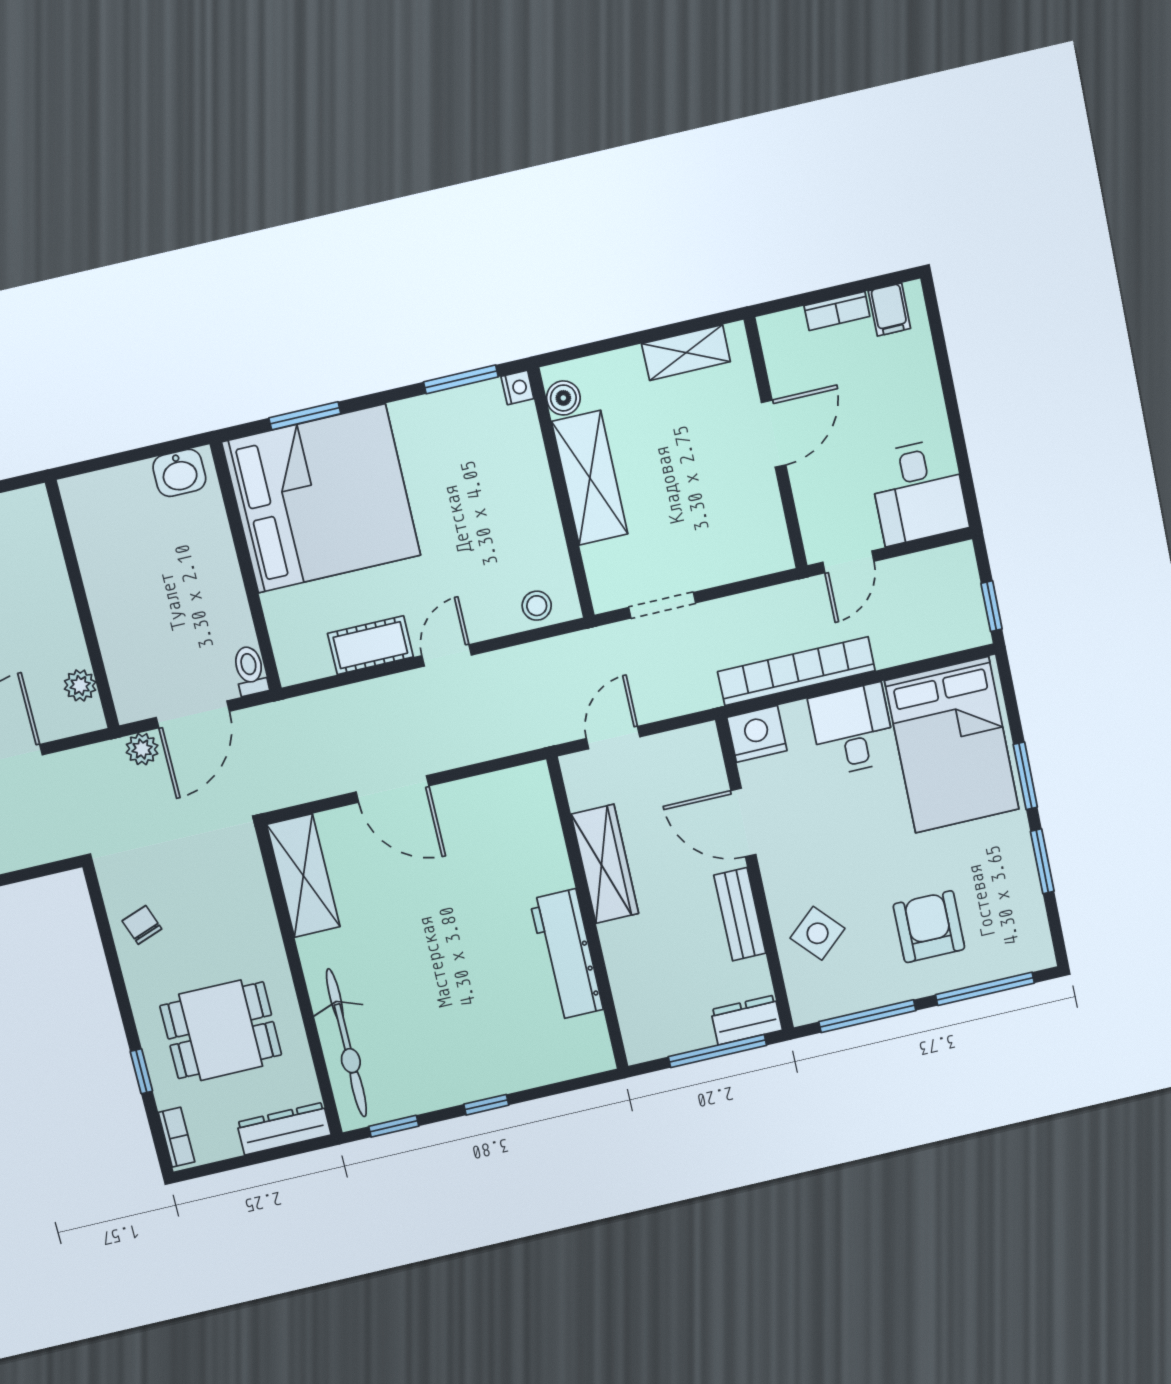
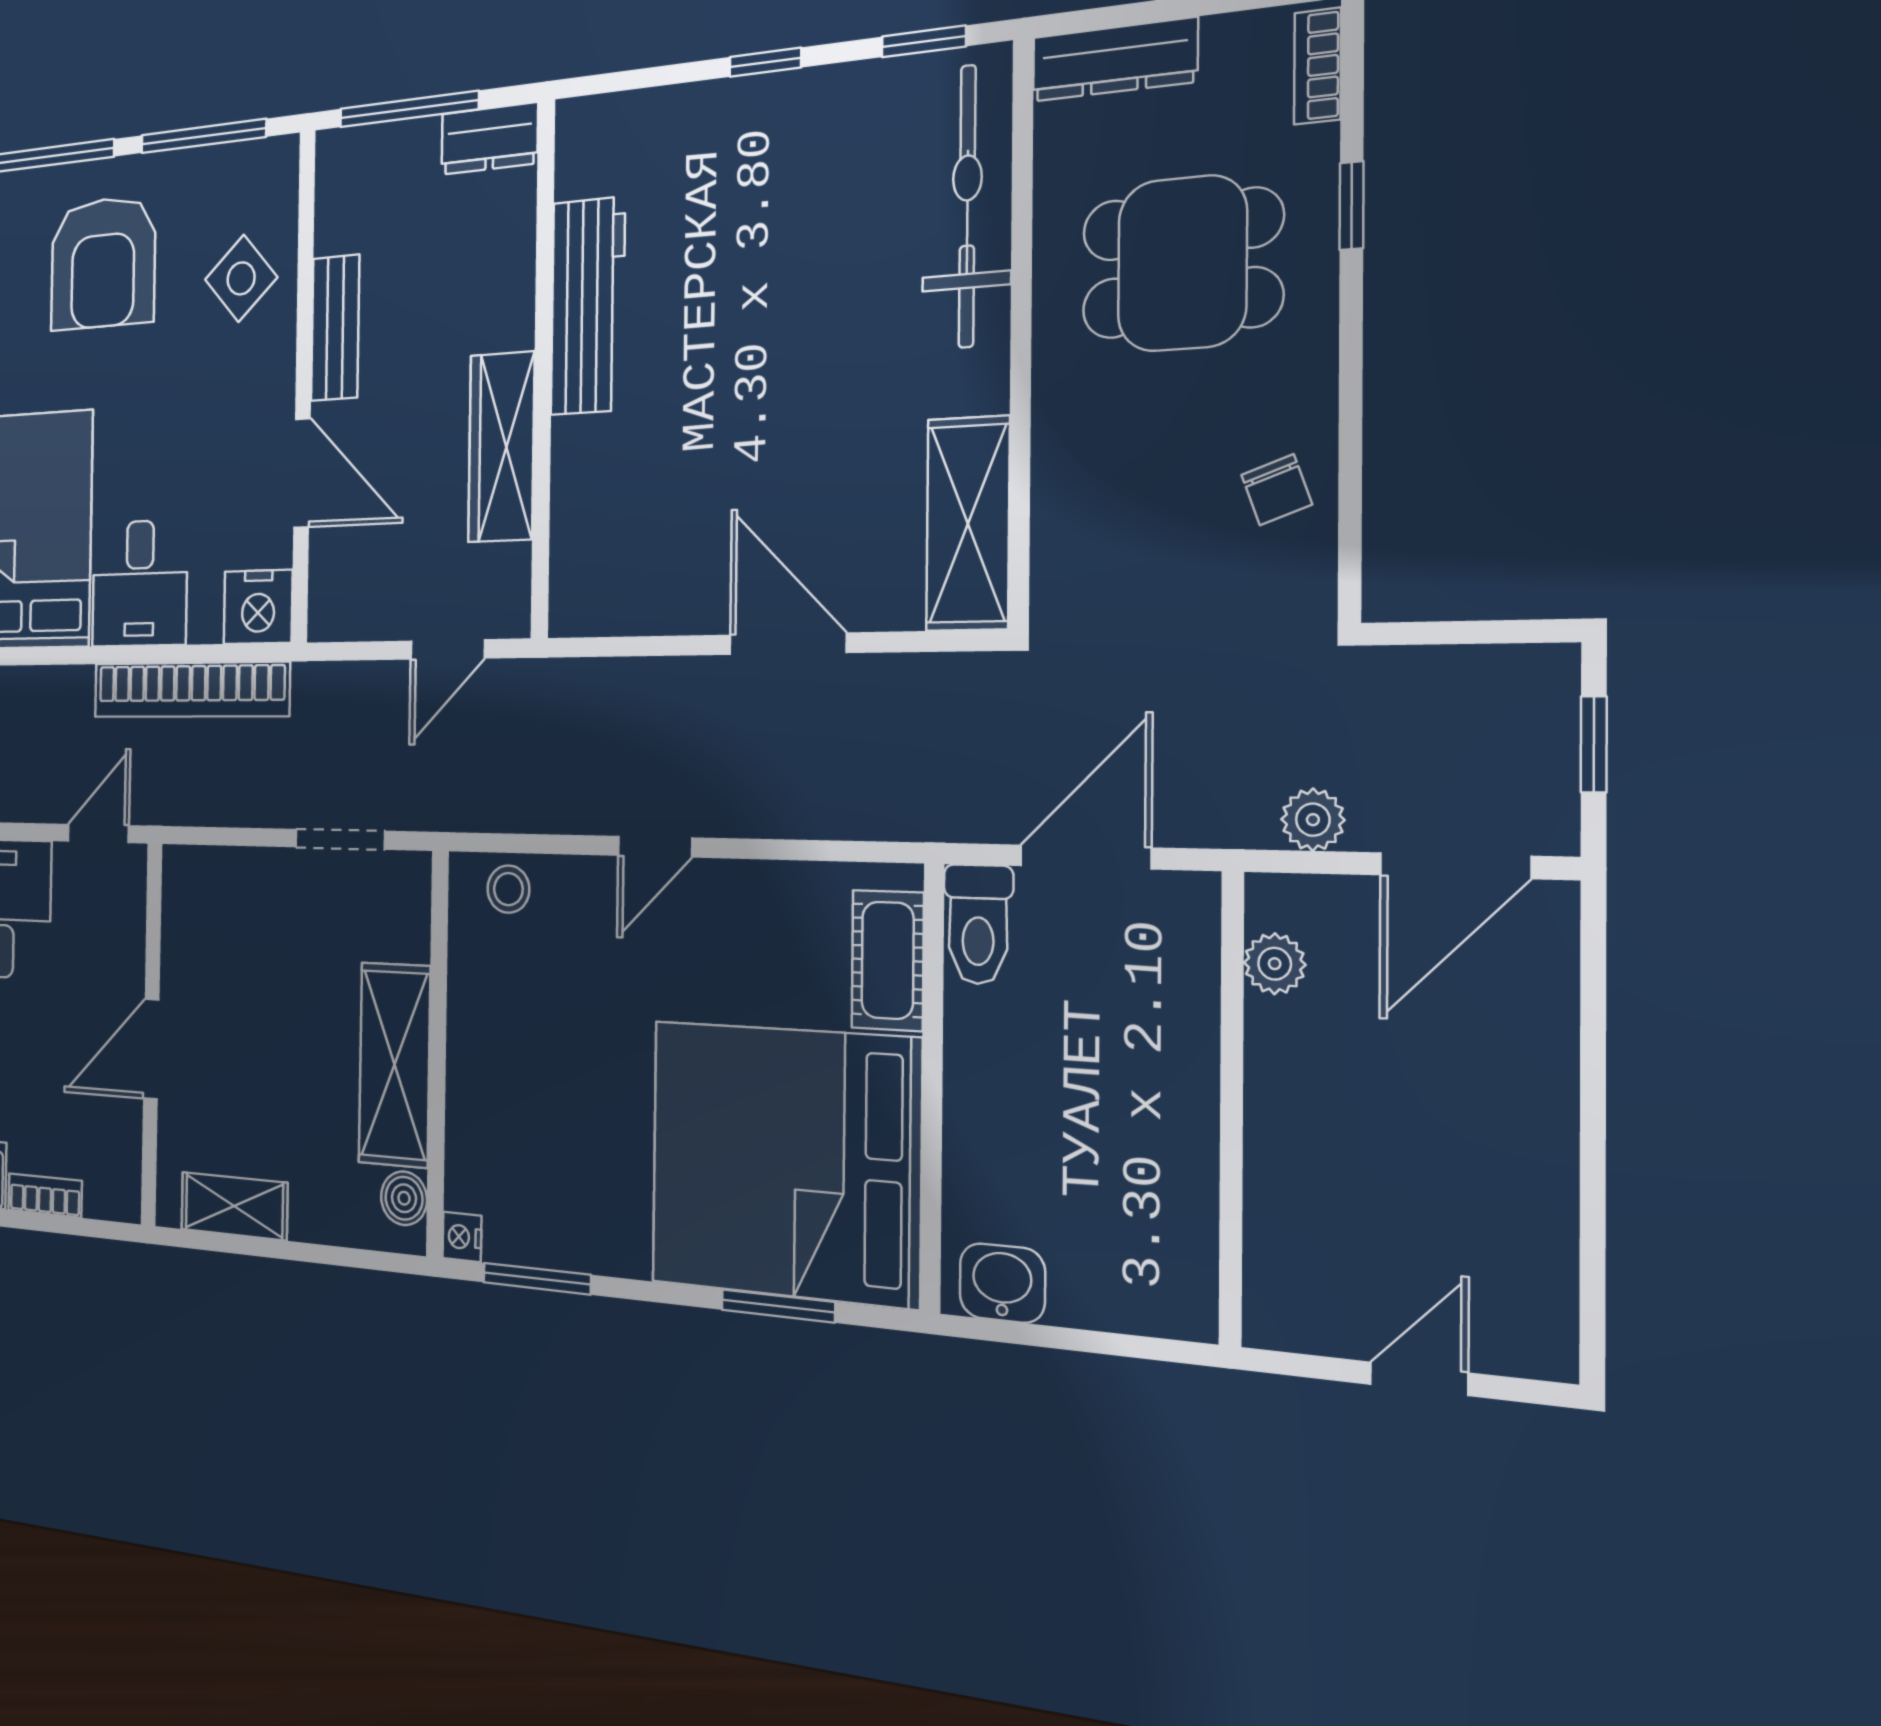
cot: (370, 645) -> (888, 960), moved, turned 90
toilet: (250, 671) -> (978, 924), width x1.37, depth x1.39
plant: (142, 749) -> (1313, 820), moved
armchair: (929, 927) -> (103, 263), width x1.36, depth x1.36
dresser: (746, 1020) -> (489, 139), moved

